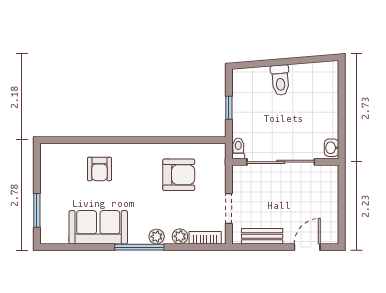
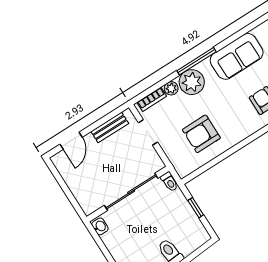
plant: (157, 237) -> (192, 82), width x1.87, depth x1.87

